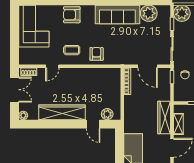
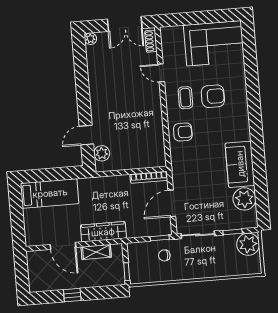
armchair: (72, 15) -> (213, 96), moved, turned 90
sofa: (117, 15) -> (240, 164), width x0.73
wardrobe: (62, 112) -> (99, 91), removed

